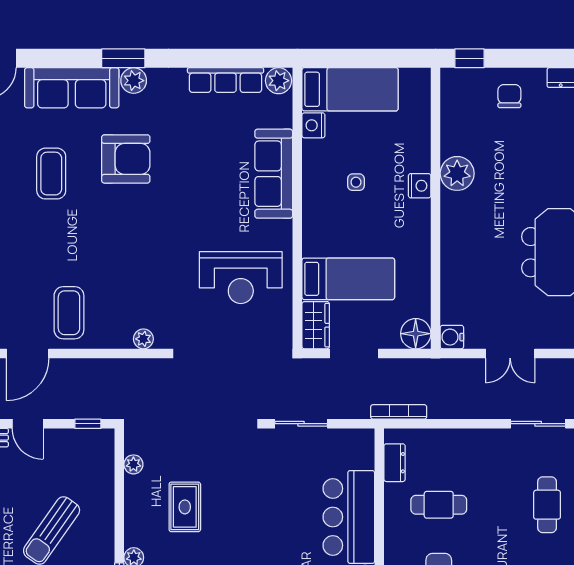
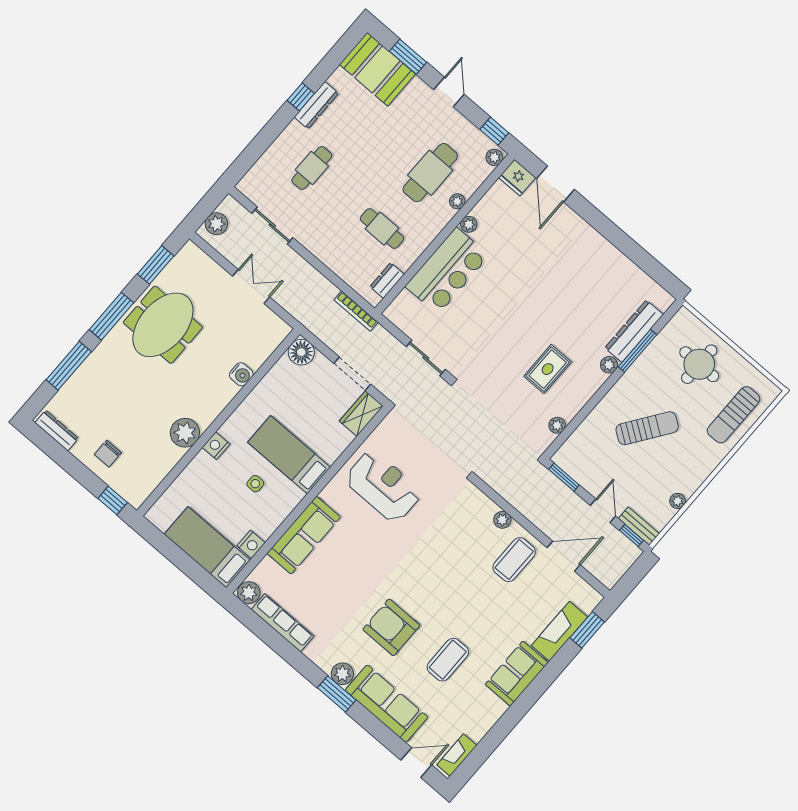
bed: (348, 279) -> (289, 455), moved
water cooler: (452, 337) -> (241, 374), moved
plant: (143, 339) -> (502, 520), moved
window: (88, 424) -> (564, 477), width x1.50

